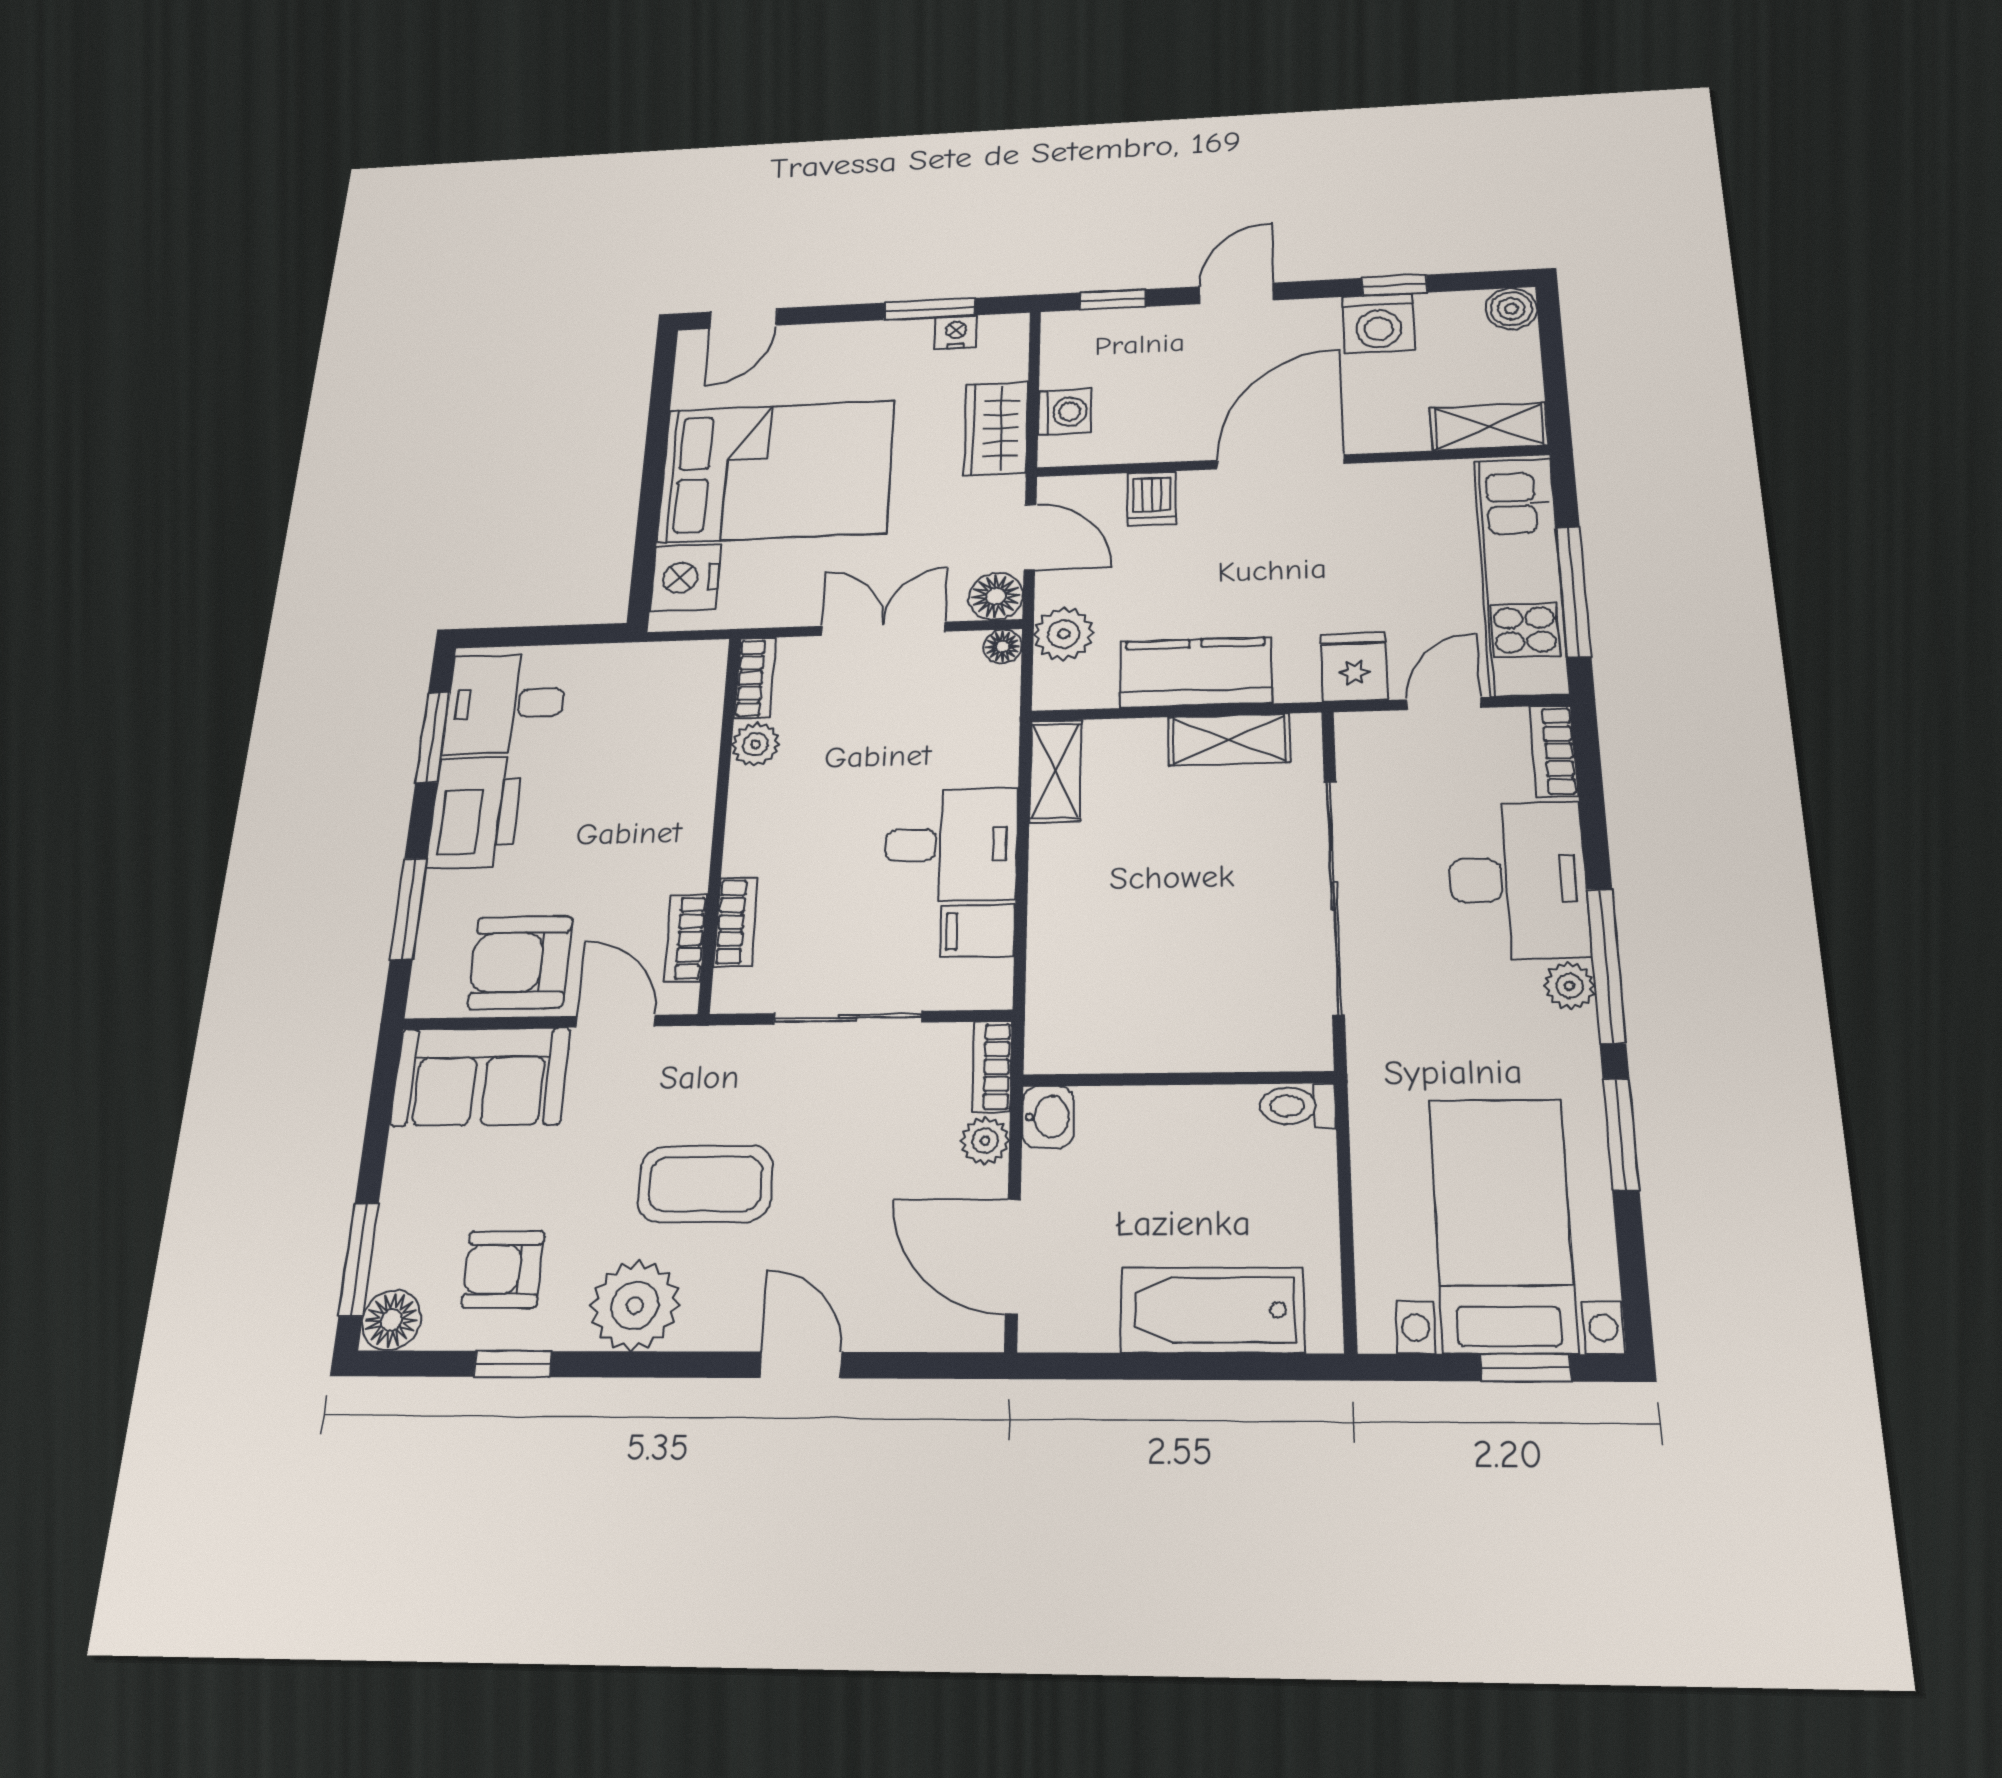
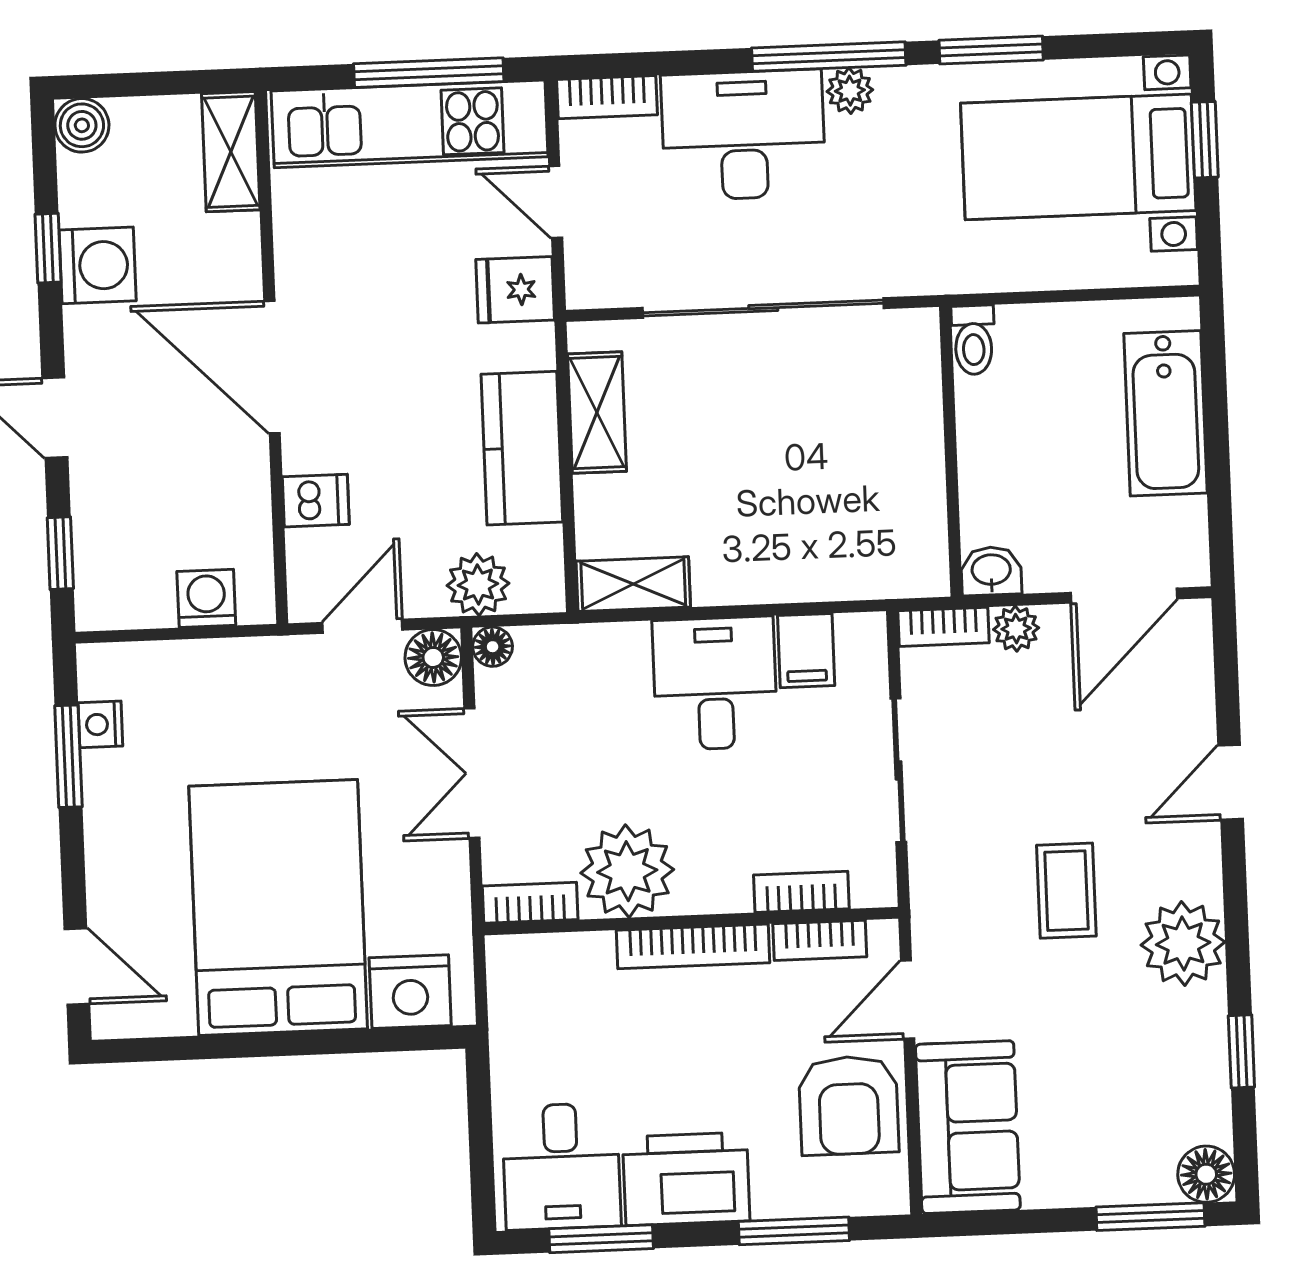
wardrobe: (996, 429) -> (227, 671), removed
plant: (755, 744) -> (627, 871), width x1.88, depth x1.88
bookcase: (695, 821) -> (693, 946), added
coffee table: (705, 1184) -> (1066, 891), width x0.73, depth x0.77
armchair: (503, 1269) -> (1155, 1074), removed

